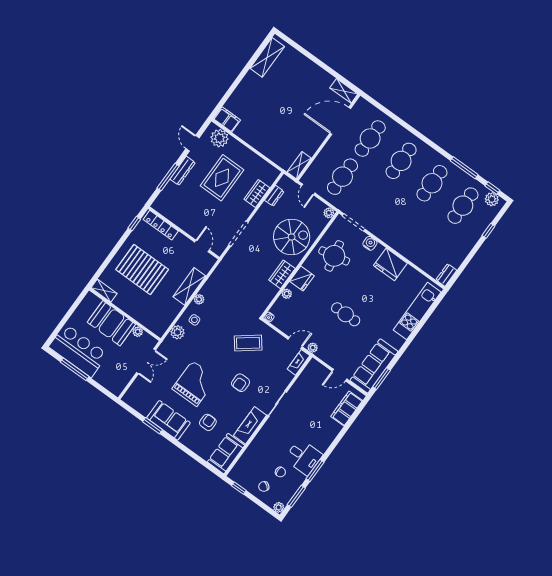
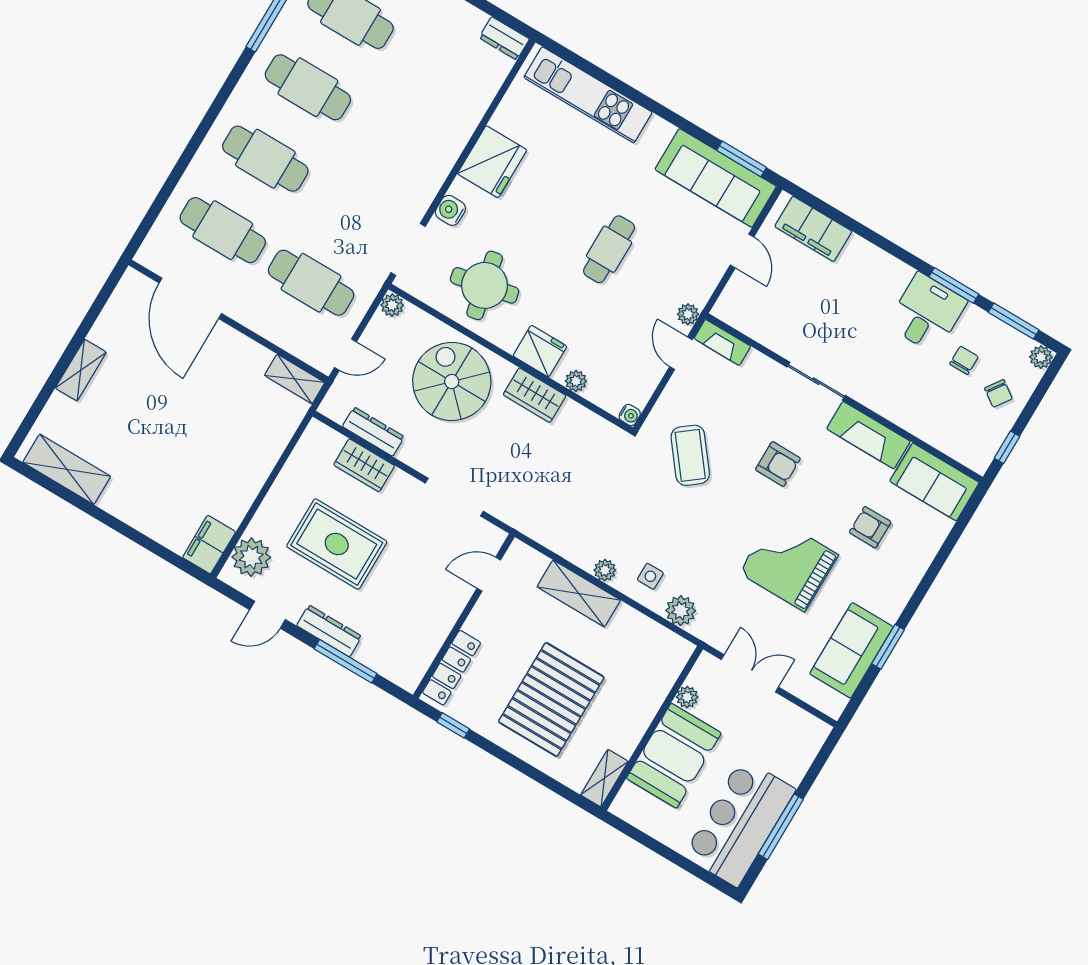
shelving: (344, 91) -> (81, 370), moved
dresser: (274, 196) -> (373, 432), width x1.44
sofa: (168, 420) -> (851, 650), moved

